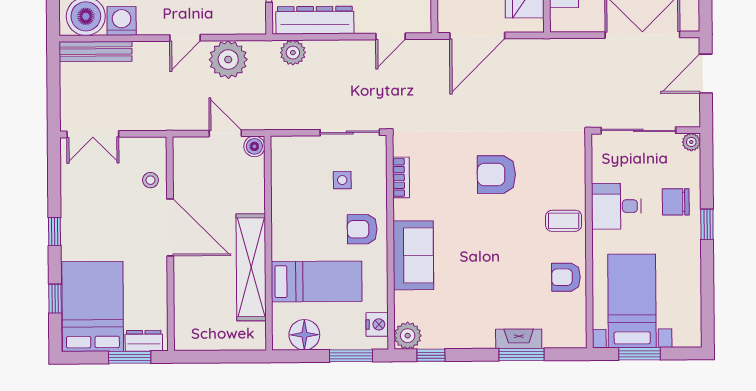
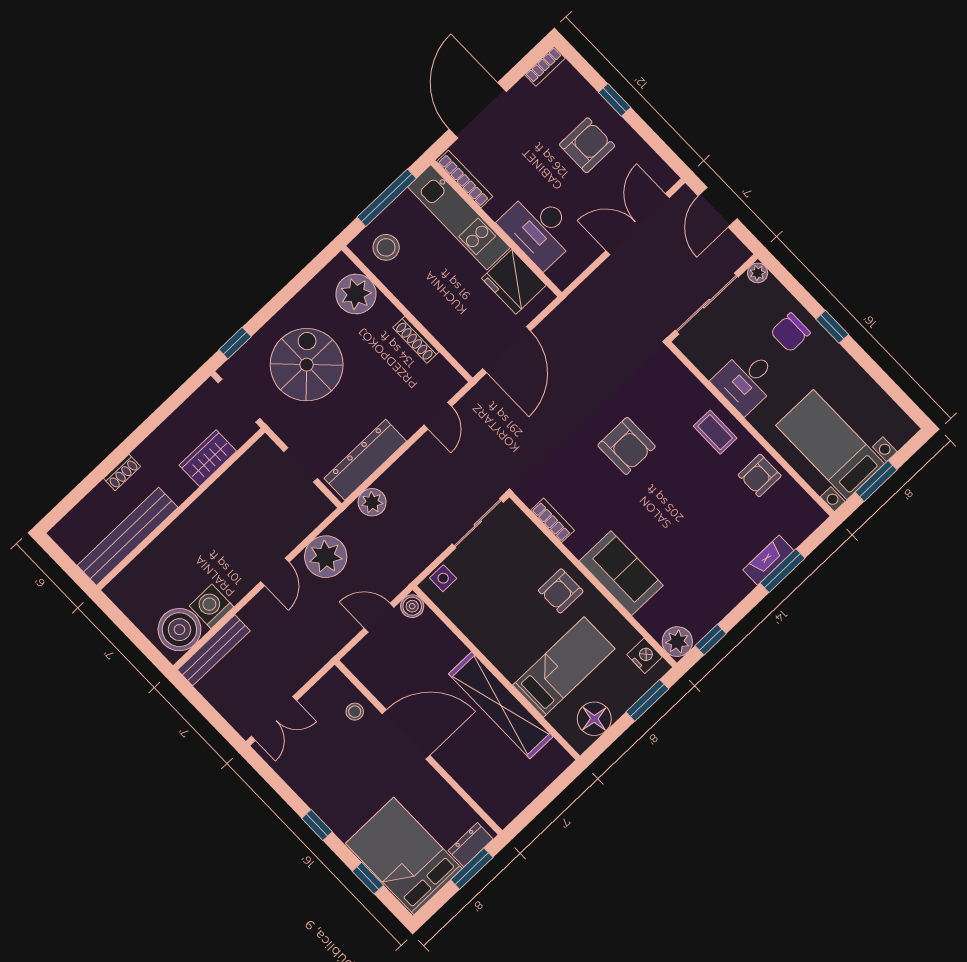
armchair: (496, 174) -> (627, 446), turned -90
side table: (342, 180) -> (443, 578), moved
coffee table: (564, 221) -> (715, 432), turned 90

